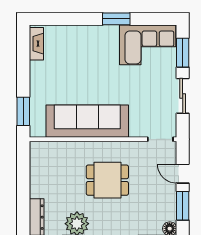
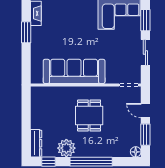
window: (23, 111) -> (26, 32), moved
dining table: (107, 180) -> (89, 116), turned 90

